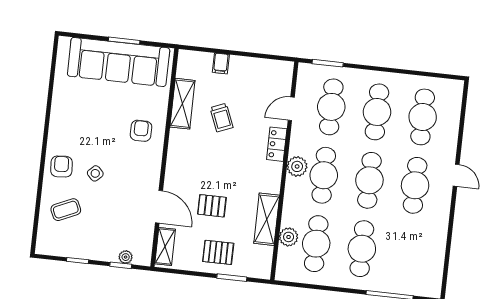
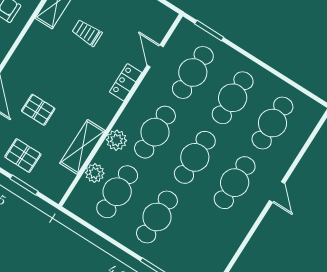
door: (291, 109) -> (155, 56), hinge flipped
trolley: (222, 118) -> (87, 33), turned 112
plant: (297, 166) -> (116, 140), moved

